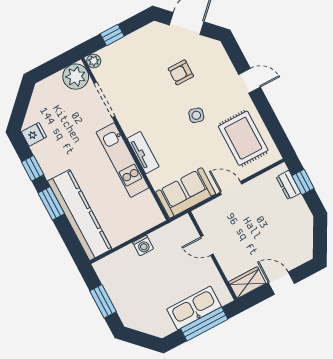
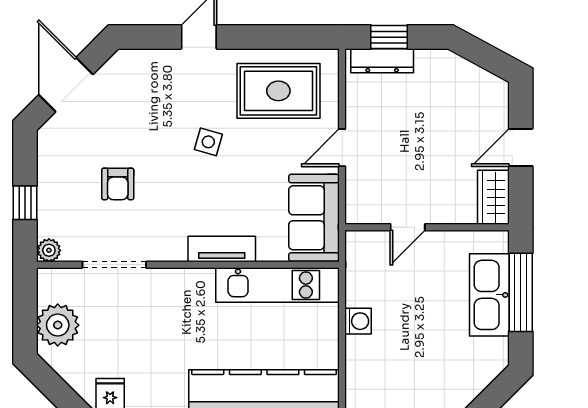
armchair: (181, 72) -> (118, 184), moved
plant: (76, 77) -> (58, 325), moved
kitchen unit: (122, 160) -> (277, 285), moved
dresser: (288, 185) -> (382, 61), width x1.44

